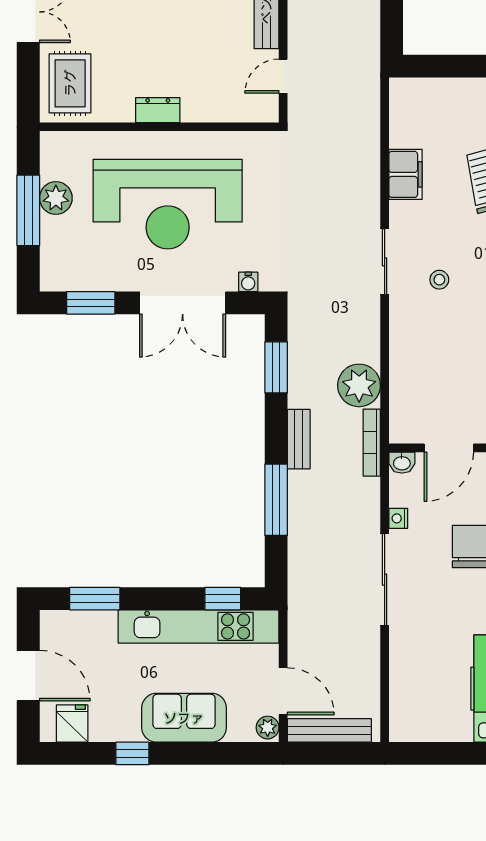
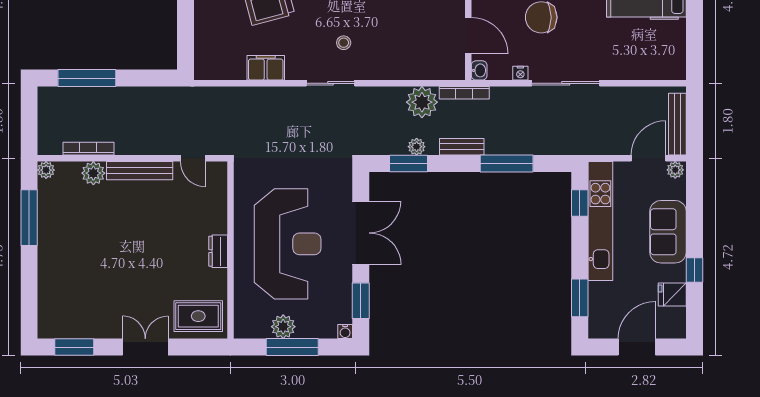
water cooler: (248, 282) -> (345, 332), moved, turned 90
plant: (299, 378) -> (417, 147), added
fridge: (72, 724) -> (672, 295), moved

